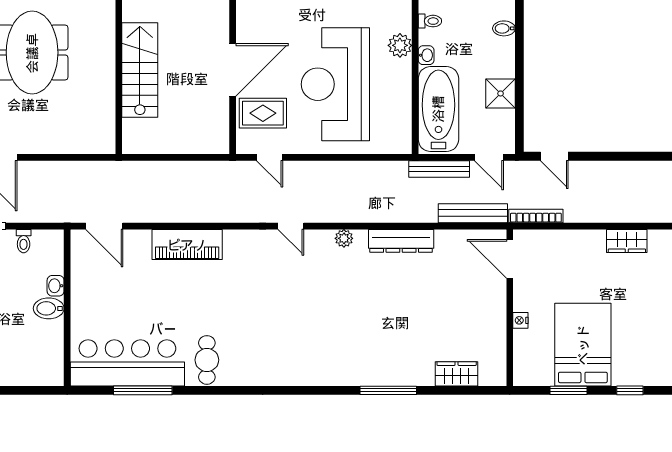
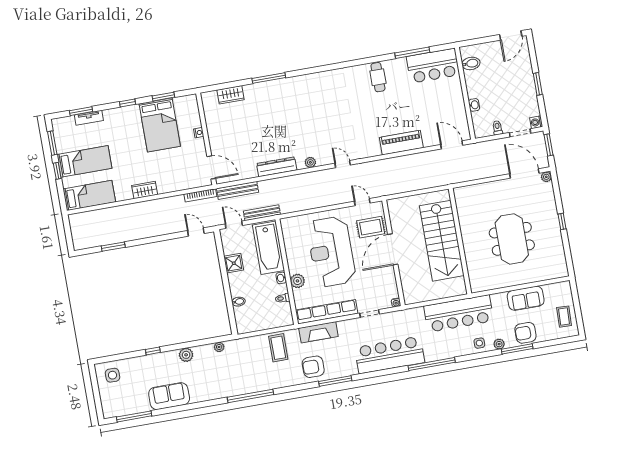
stairs: (140, 70) -> (442, 241), width x1.36, depth x1.51
reception desk: (335, 84) -> (331, 252), turned 180
bidet: (49, 308) -> (471, 63), moved
bar counter: (127, 363) -> (433, 66), width x0.73

